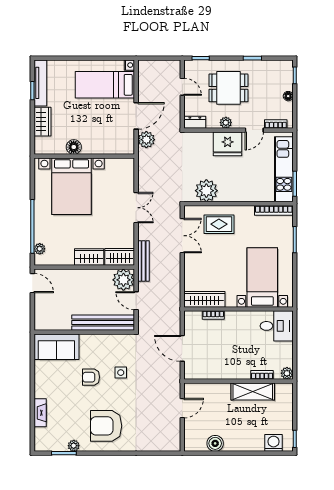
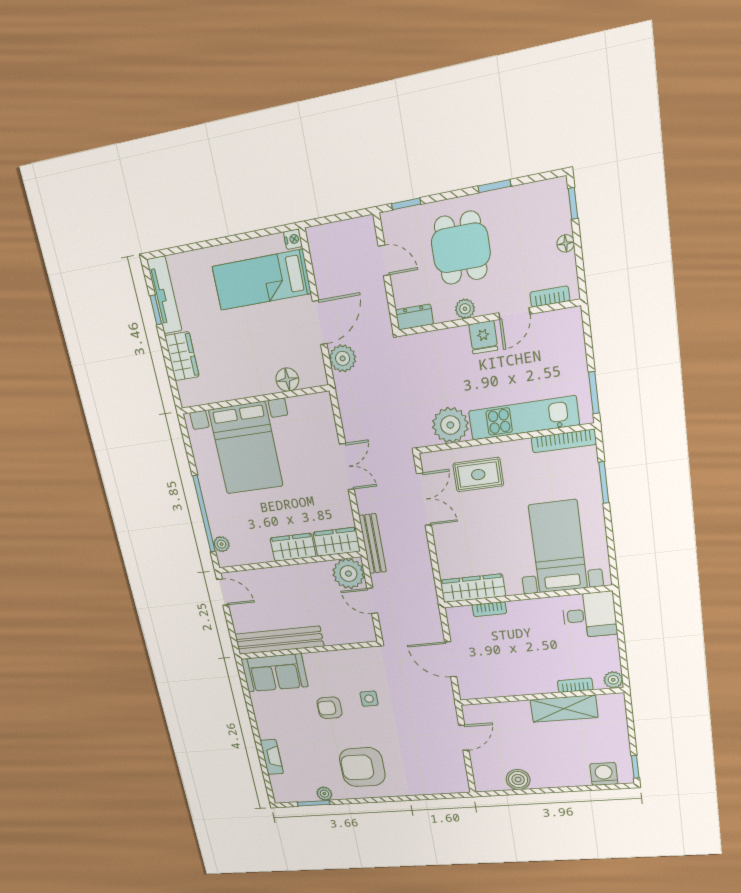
dining table: (228, 88) -> (461, 248), turned 90
fridge: (228, 144) -> (483, 337), width x0.53, depth x0.75
floor lamp: (74, 147) -> (287, 380), moved
kitchen unit: (284, 169) -> (524, 418), moved, turned 90
bench: (103, 323) -> (279, 640), moved

